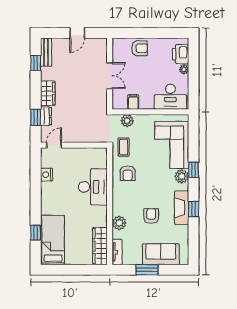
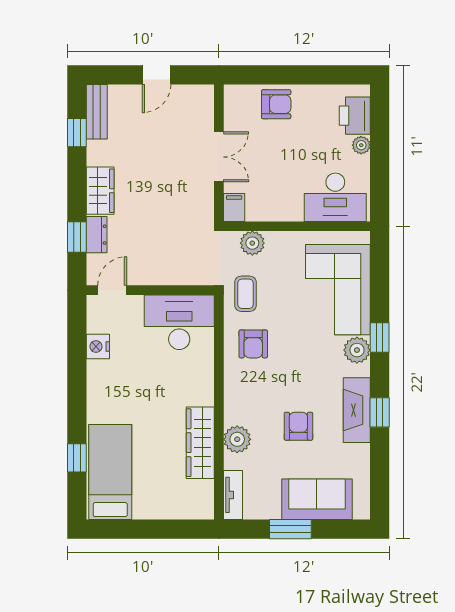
filing cabinet: (133, 102) -> (234, 207), moved
desk: (93, 187) -> (179, 322), moved, turned -90
wardrobe: (100, 246) -> (200, 443), moved

